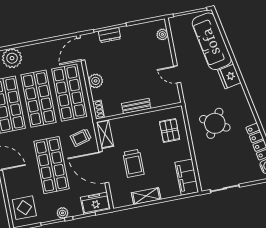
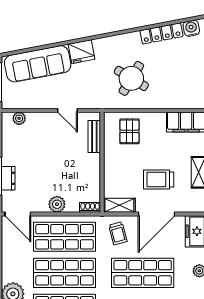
door: (177, 74) -> (67, 110), hinge flipped
bench: (136, 106) -> (94, 136), moved
pallet: (170, 130) -> (129, 131), turned 90
trolley: (133, 163) -> (159, 179), turned 180

